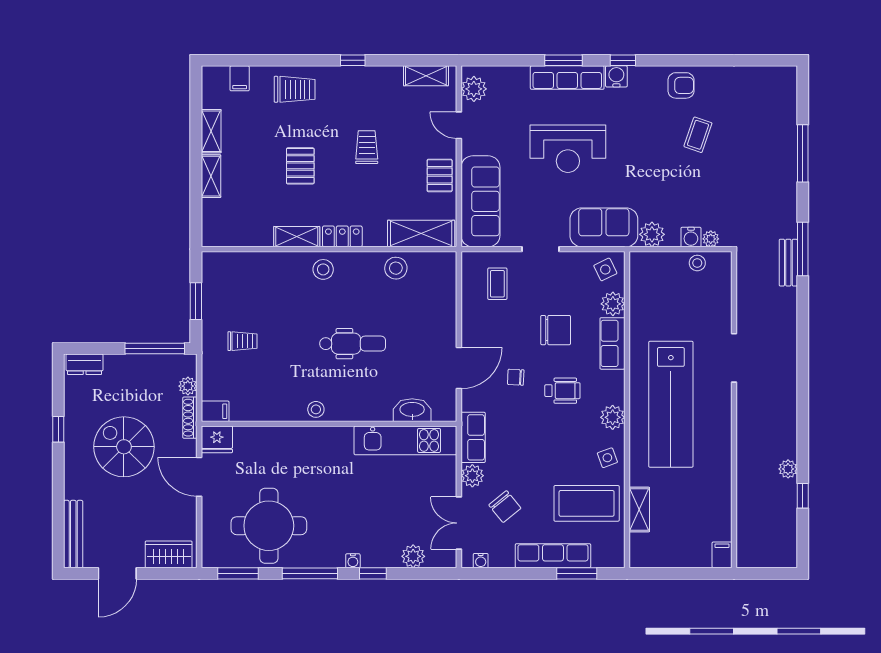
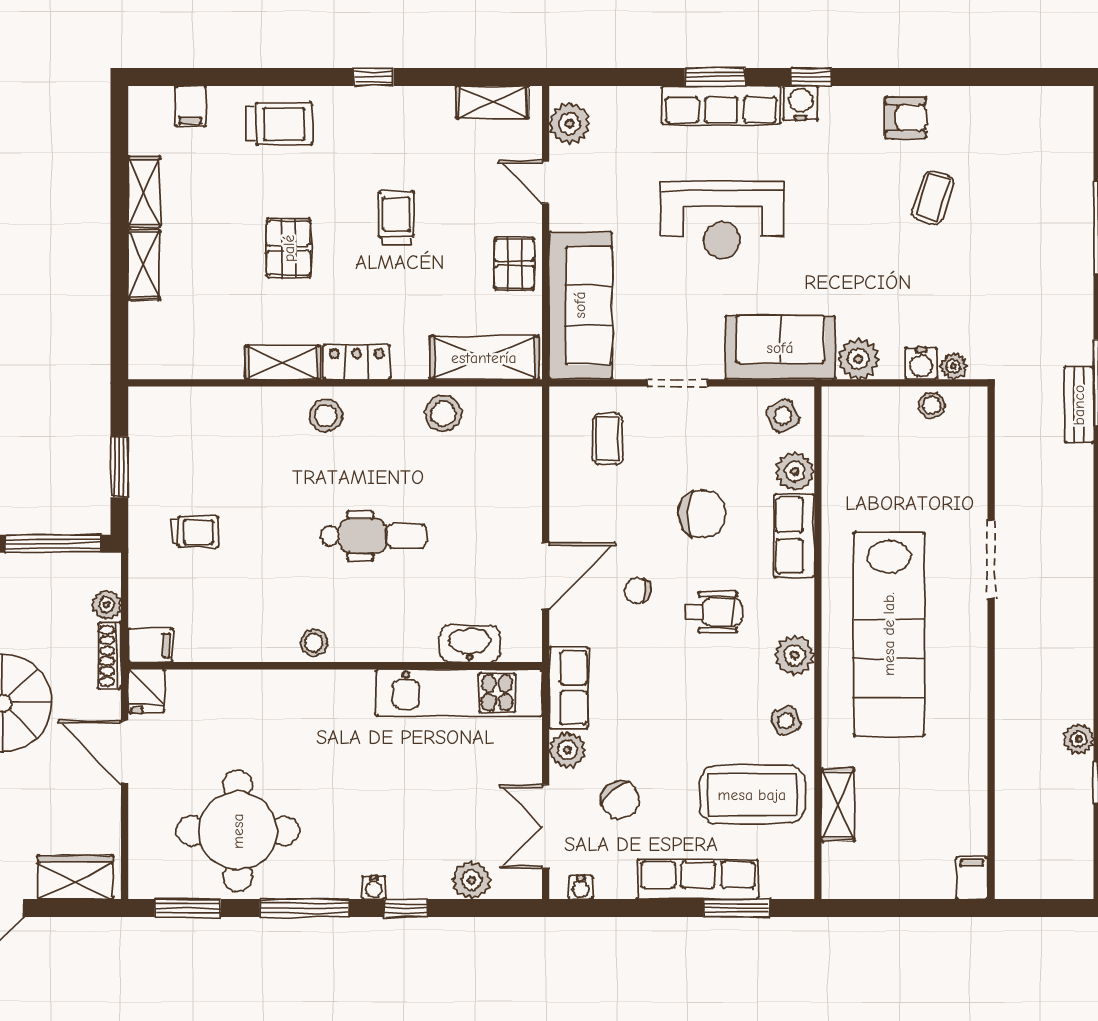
fridge: (217, 439) -> (146, 691), width x0.72

